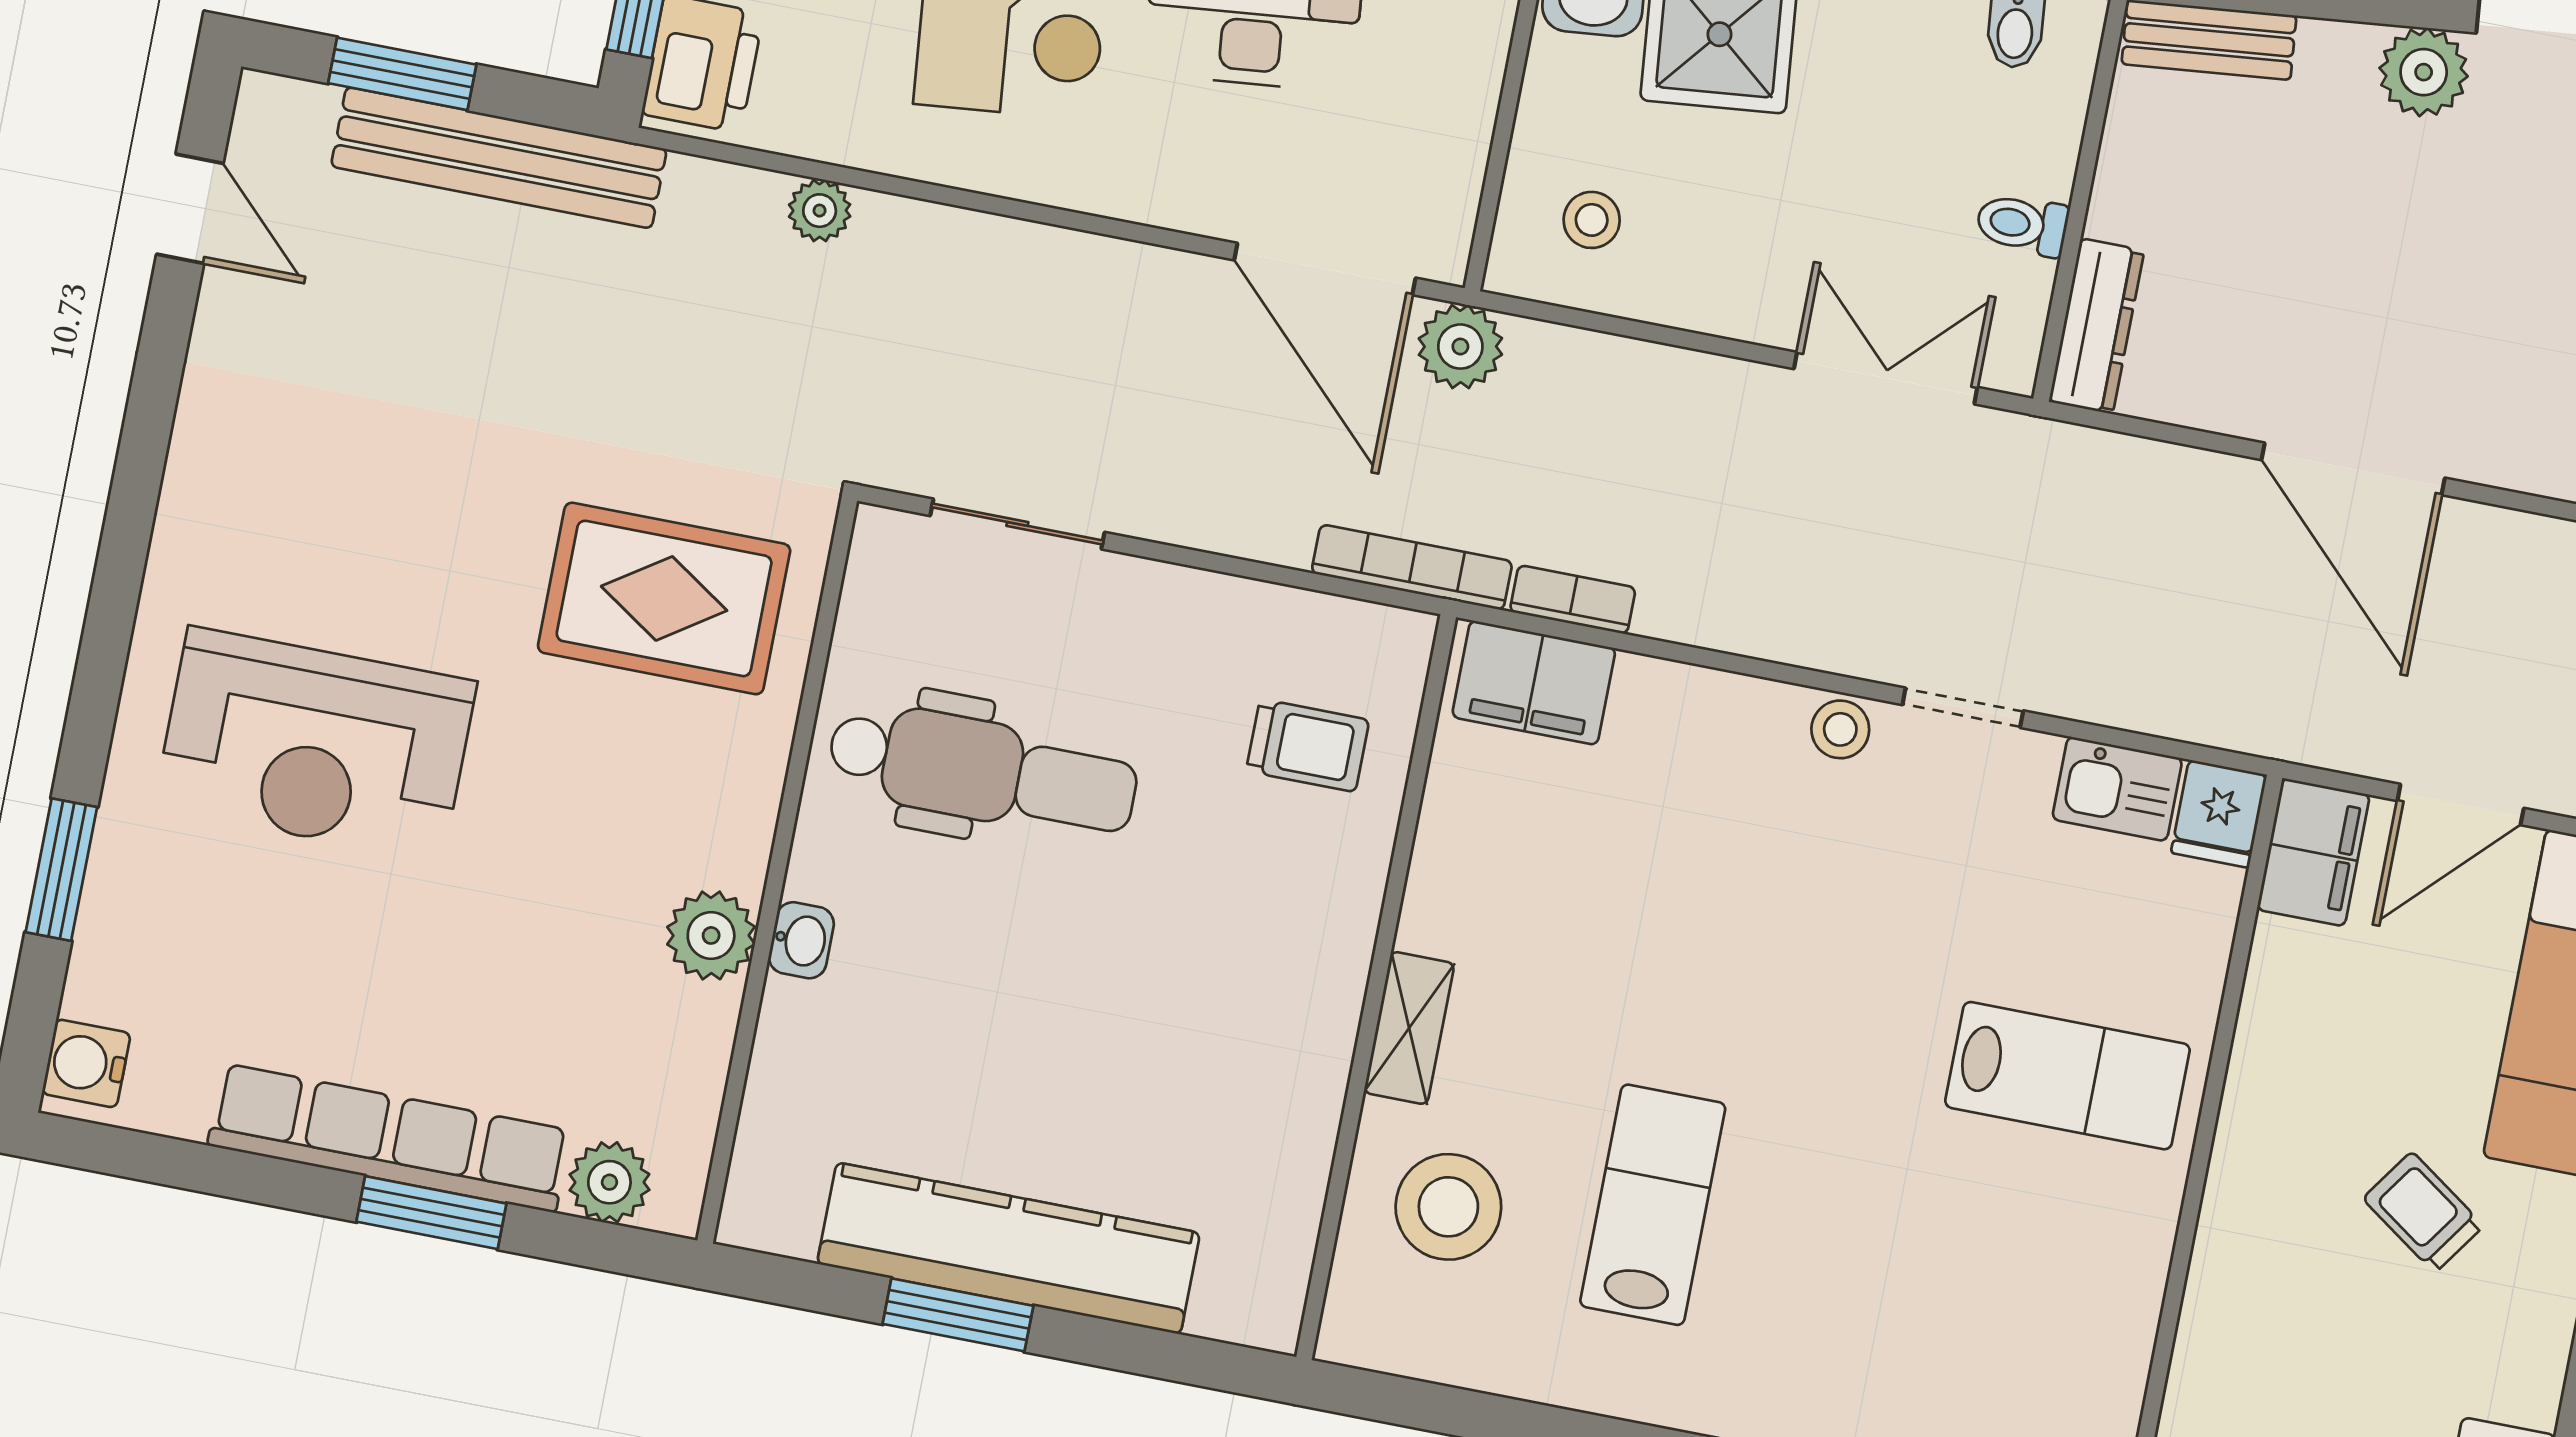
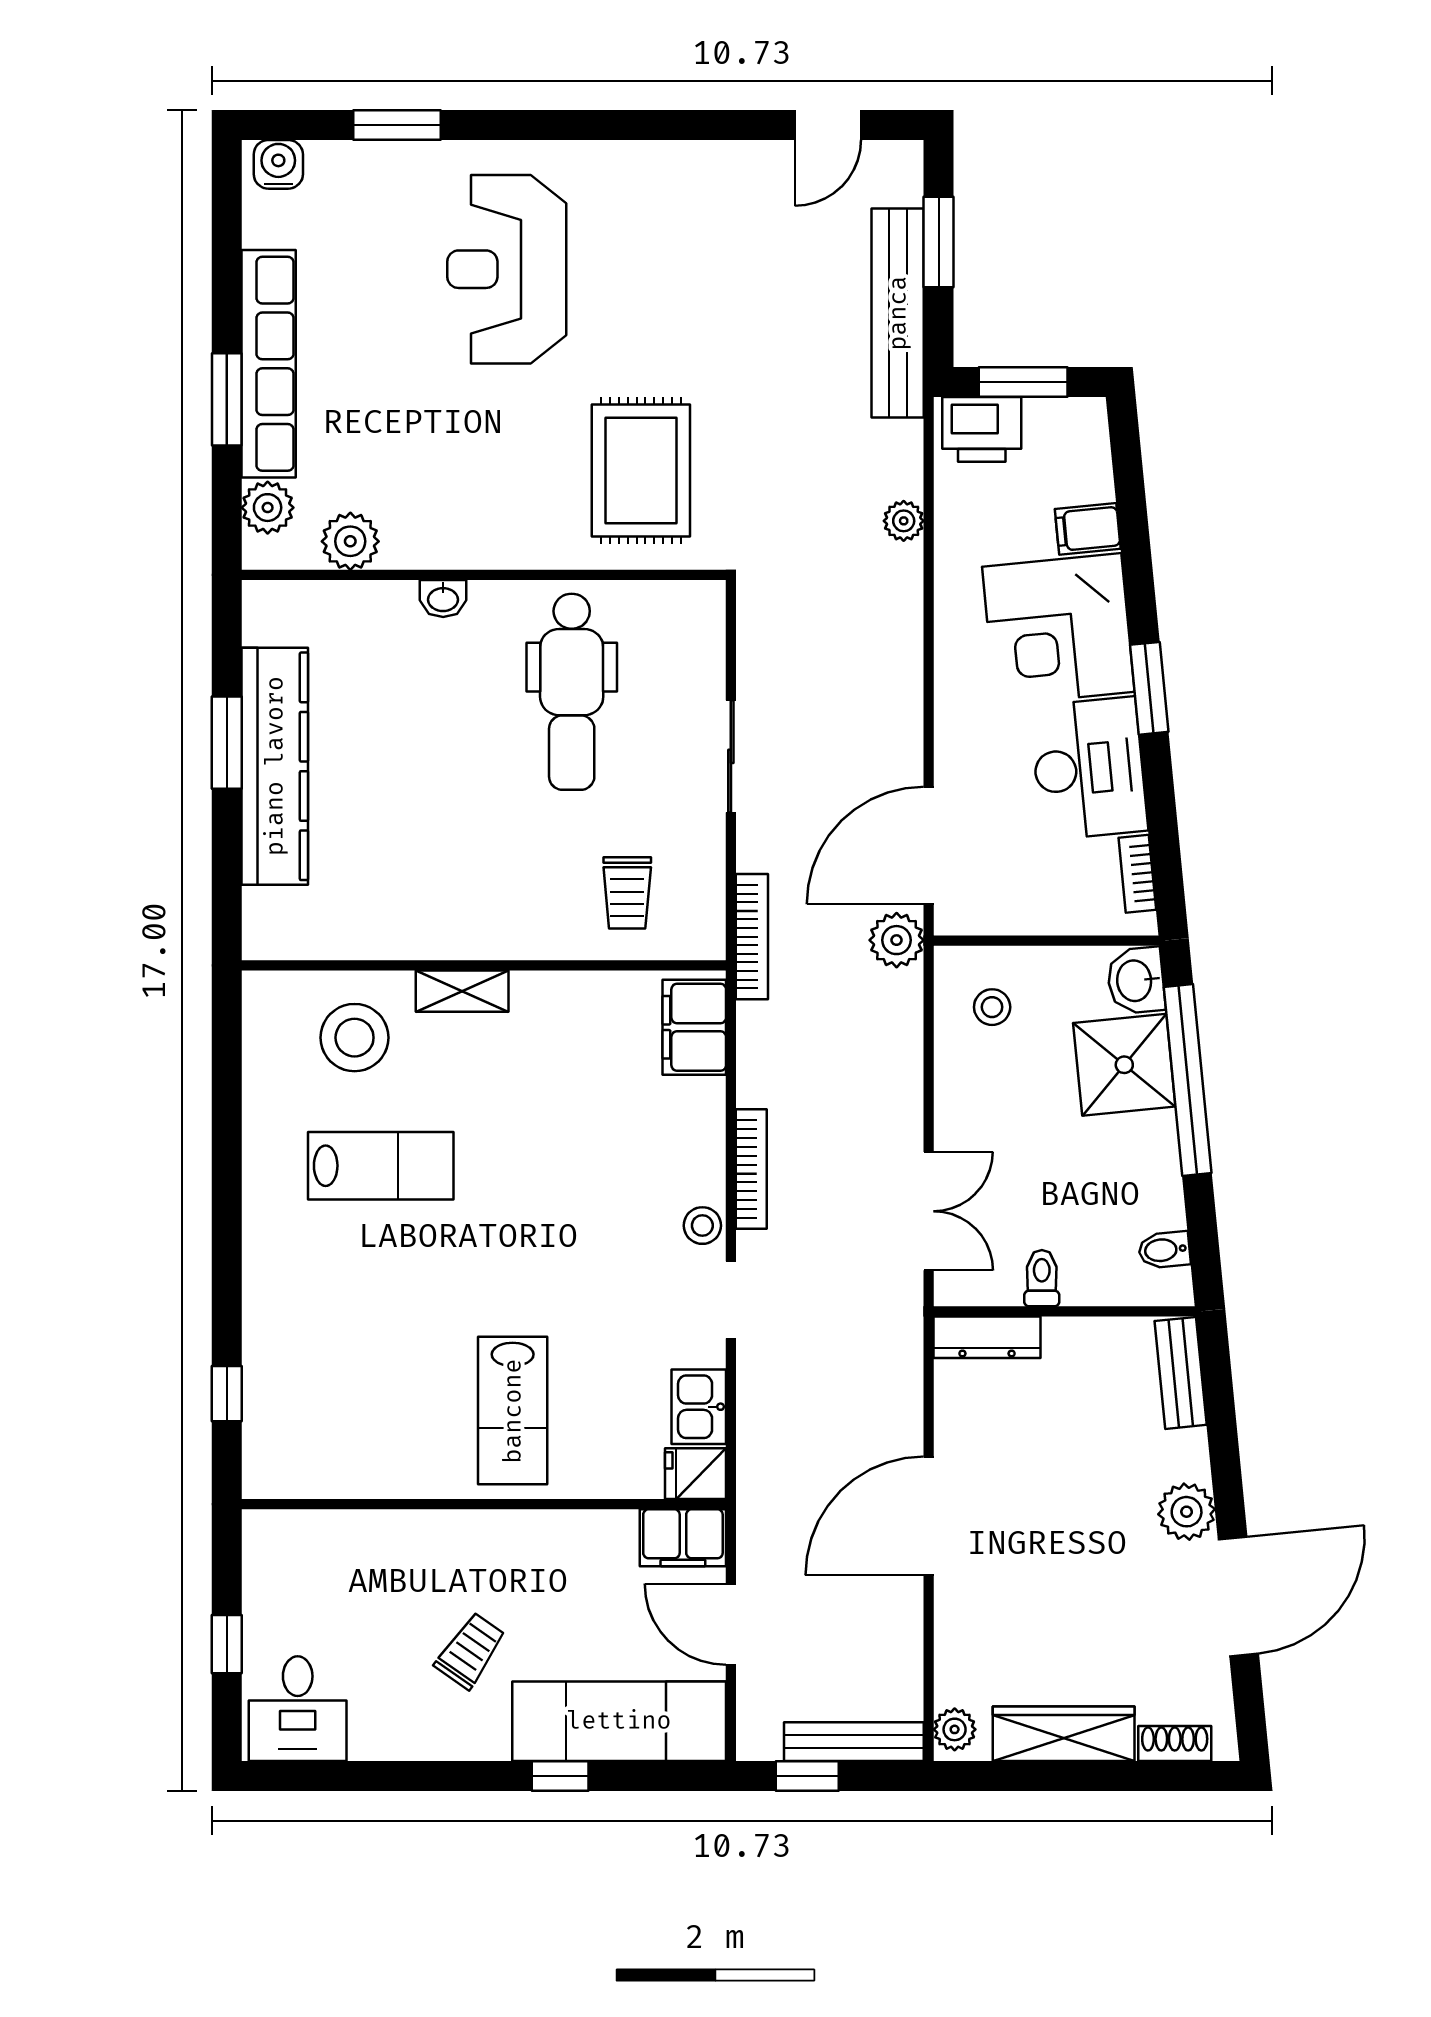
sliding door: (1017, 524) -> (731, 756), moved
bookcase: (1573, 600) -> (751, 1169), moved, width x1.56
plant: (711, 935) -> (350, 541), moved

